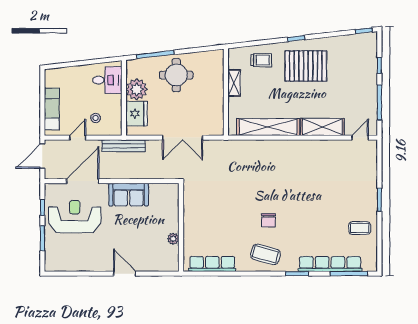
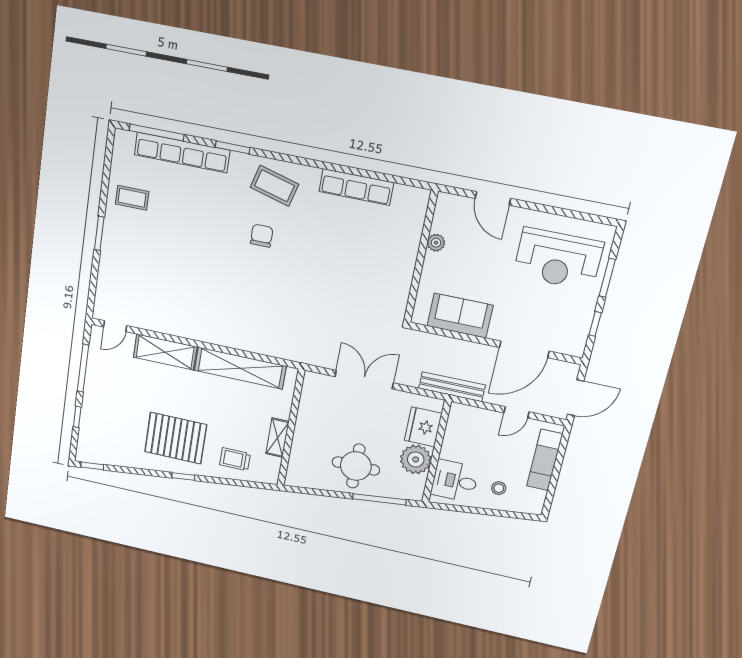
stool: (96, 118) -> (499, 488), moved
reception desk: (75, 217) -> (558, 259), moved
wall: (181, 227) -> (421, 257), moved
plant: (173, 239) -> (436, 243), moved

